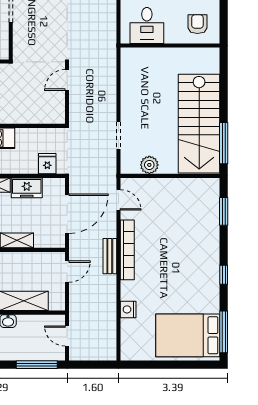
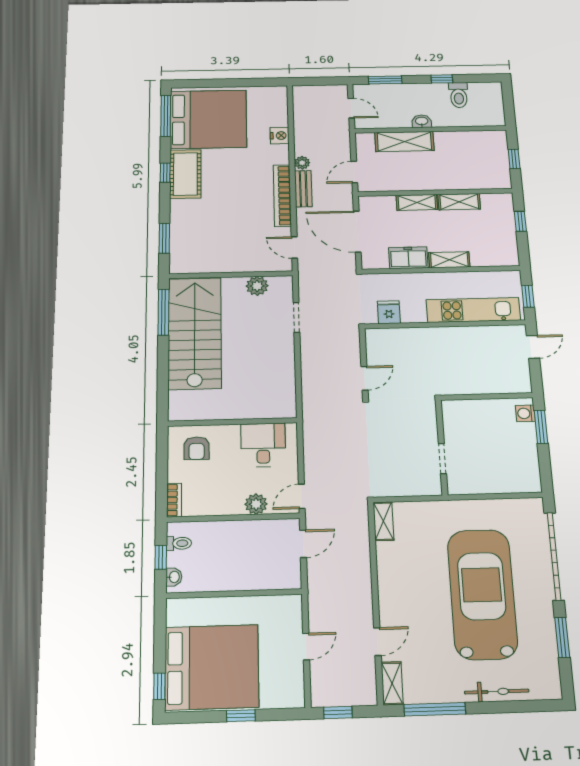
fridge: (47, 164) -> (389, 312), moved, turned 180
door: (67, 214) -> (357, 232), hinge flipped
cot: (207, 273) -> (185, 174), added
plant: (110, 282) -> (302, 163), added
bed: (188, 335) -> (208, 119), width x1.36
window: (37, 365) -> (385, 80), width x0.69

